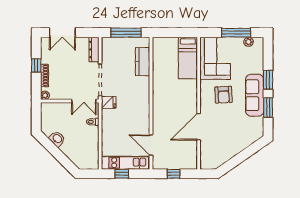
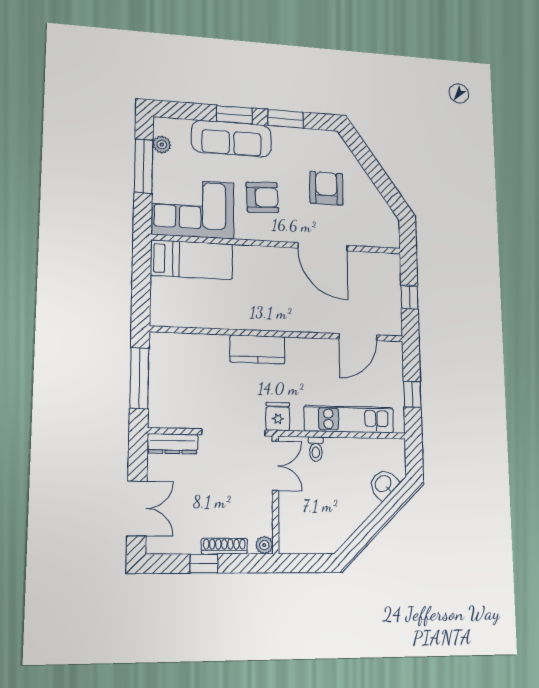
kitchen counter: (143, 62) -> (258, 349), moved
sofa: (255, 95) -> (232, 139), moved
armchair: (231, 129) -> (326, 188), added
washbasin: (57, 139) -> (383, 484), moved
kitchen unit: (125, 163) -> (349, 419), moved, turned 90

